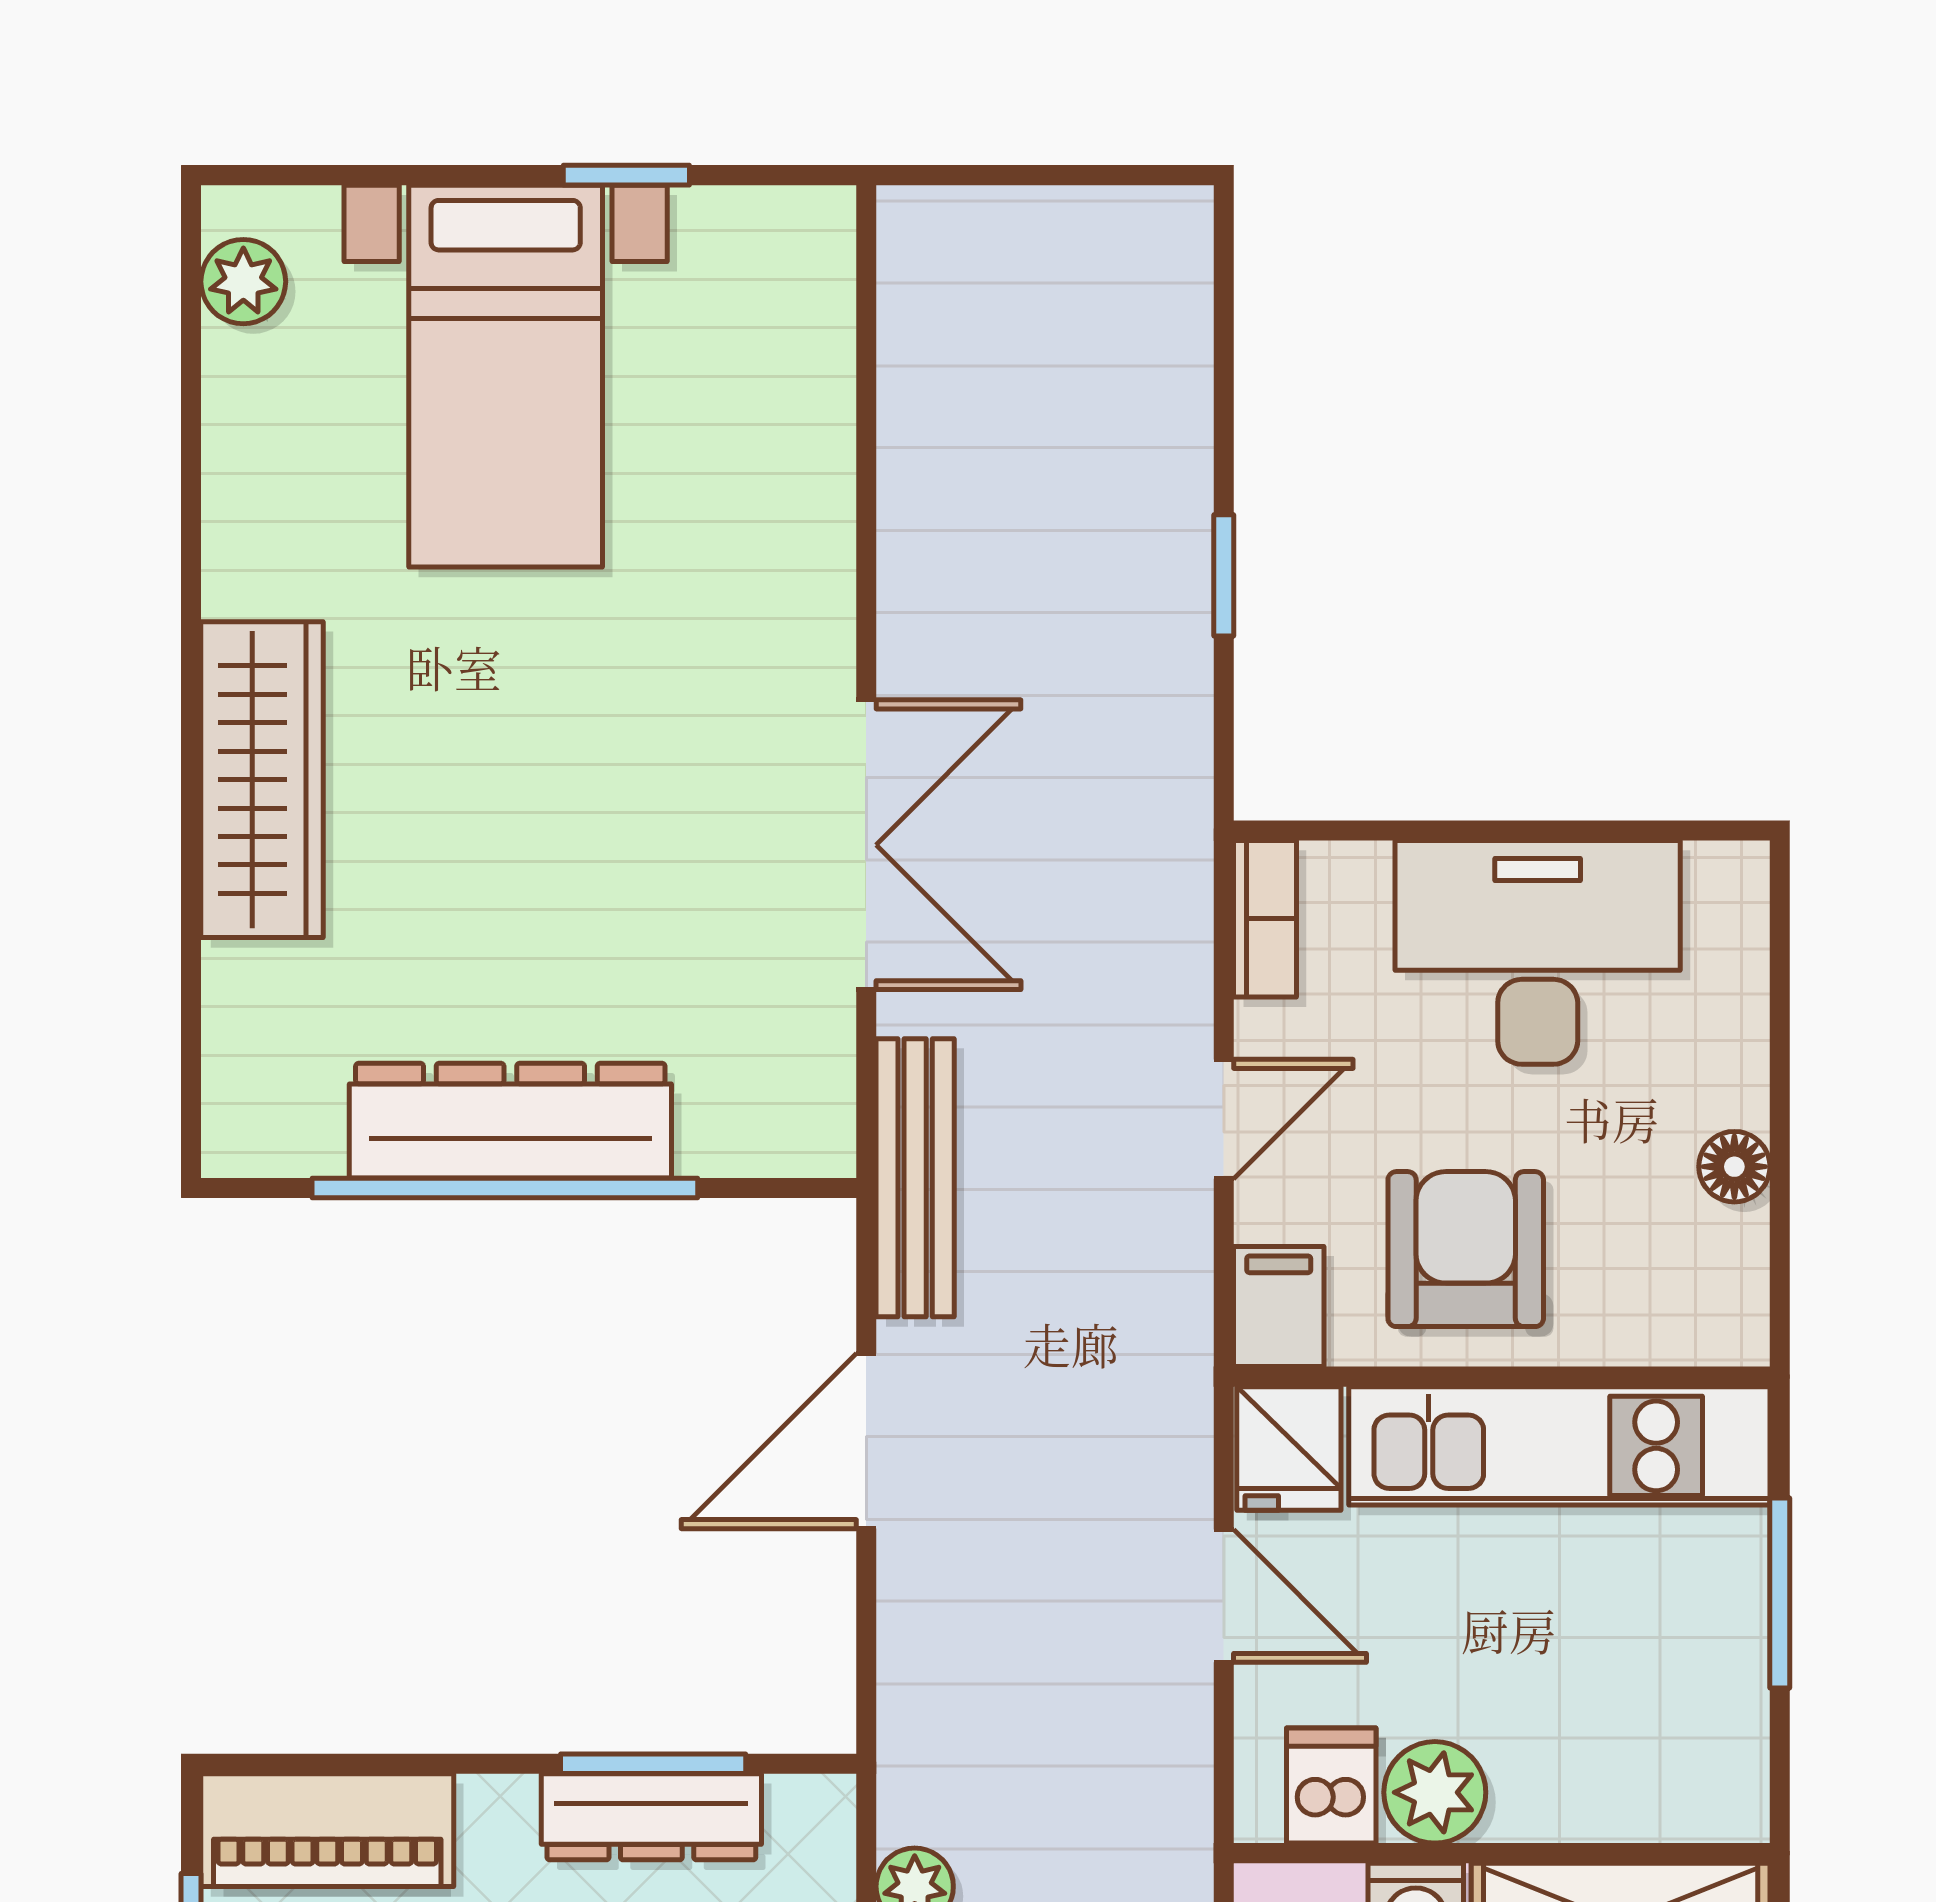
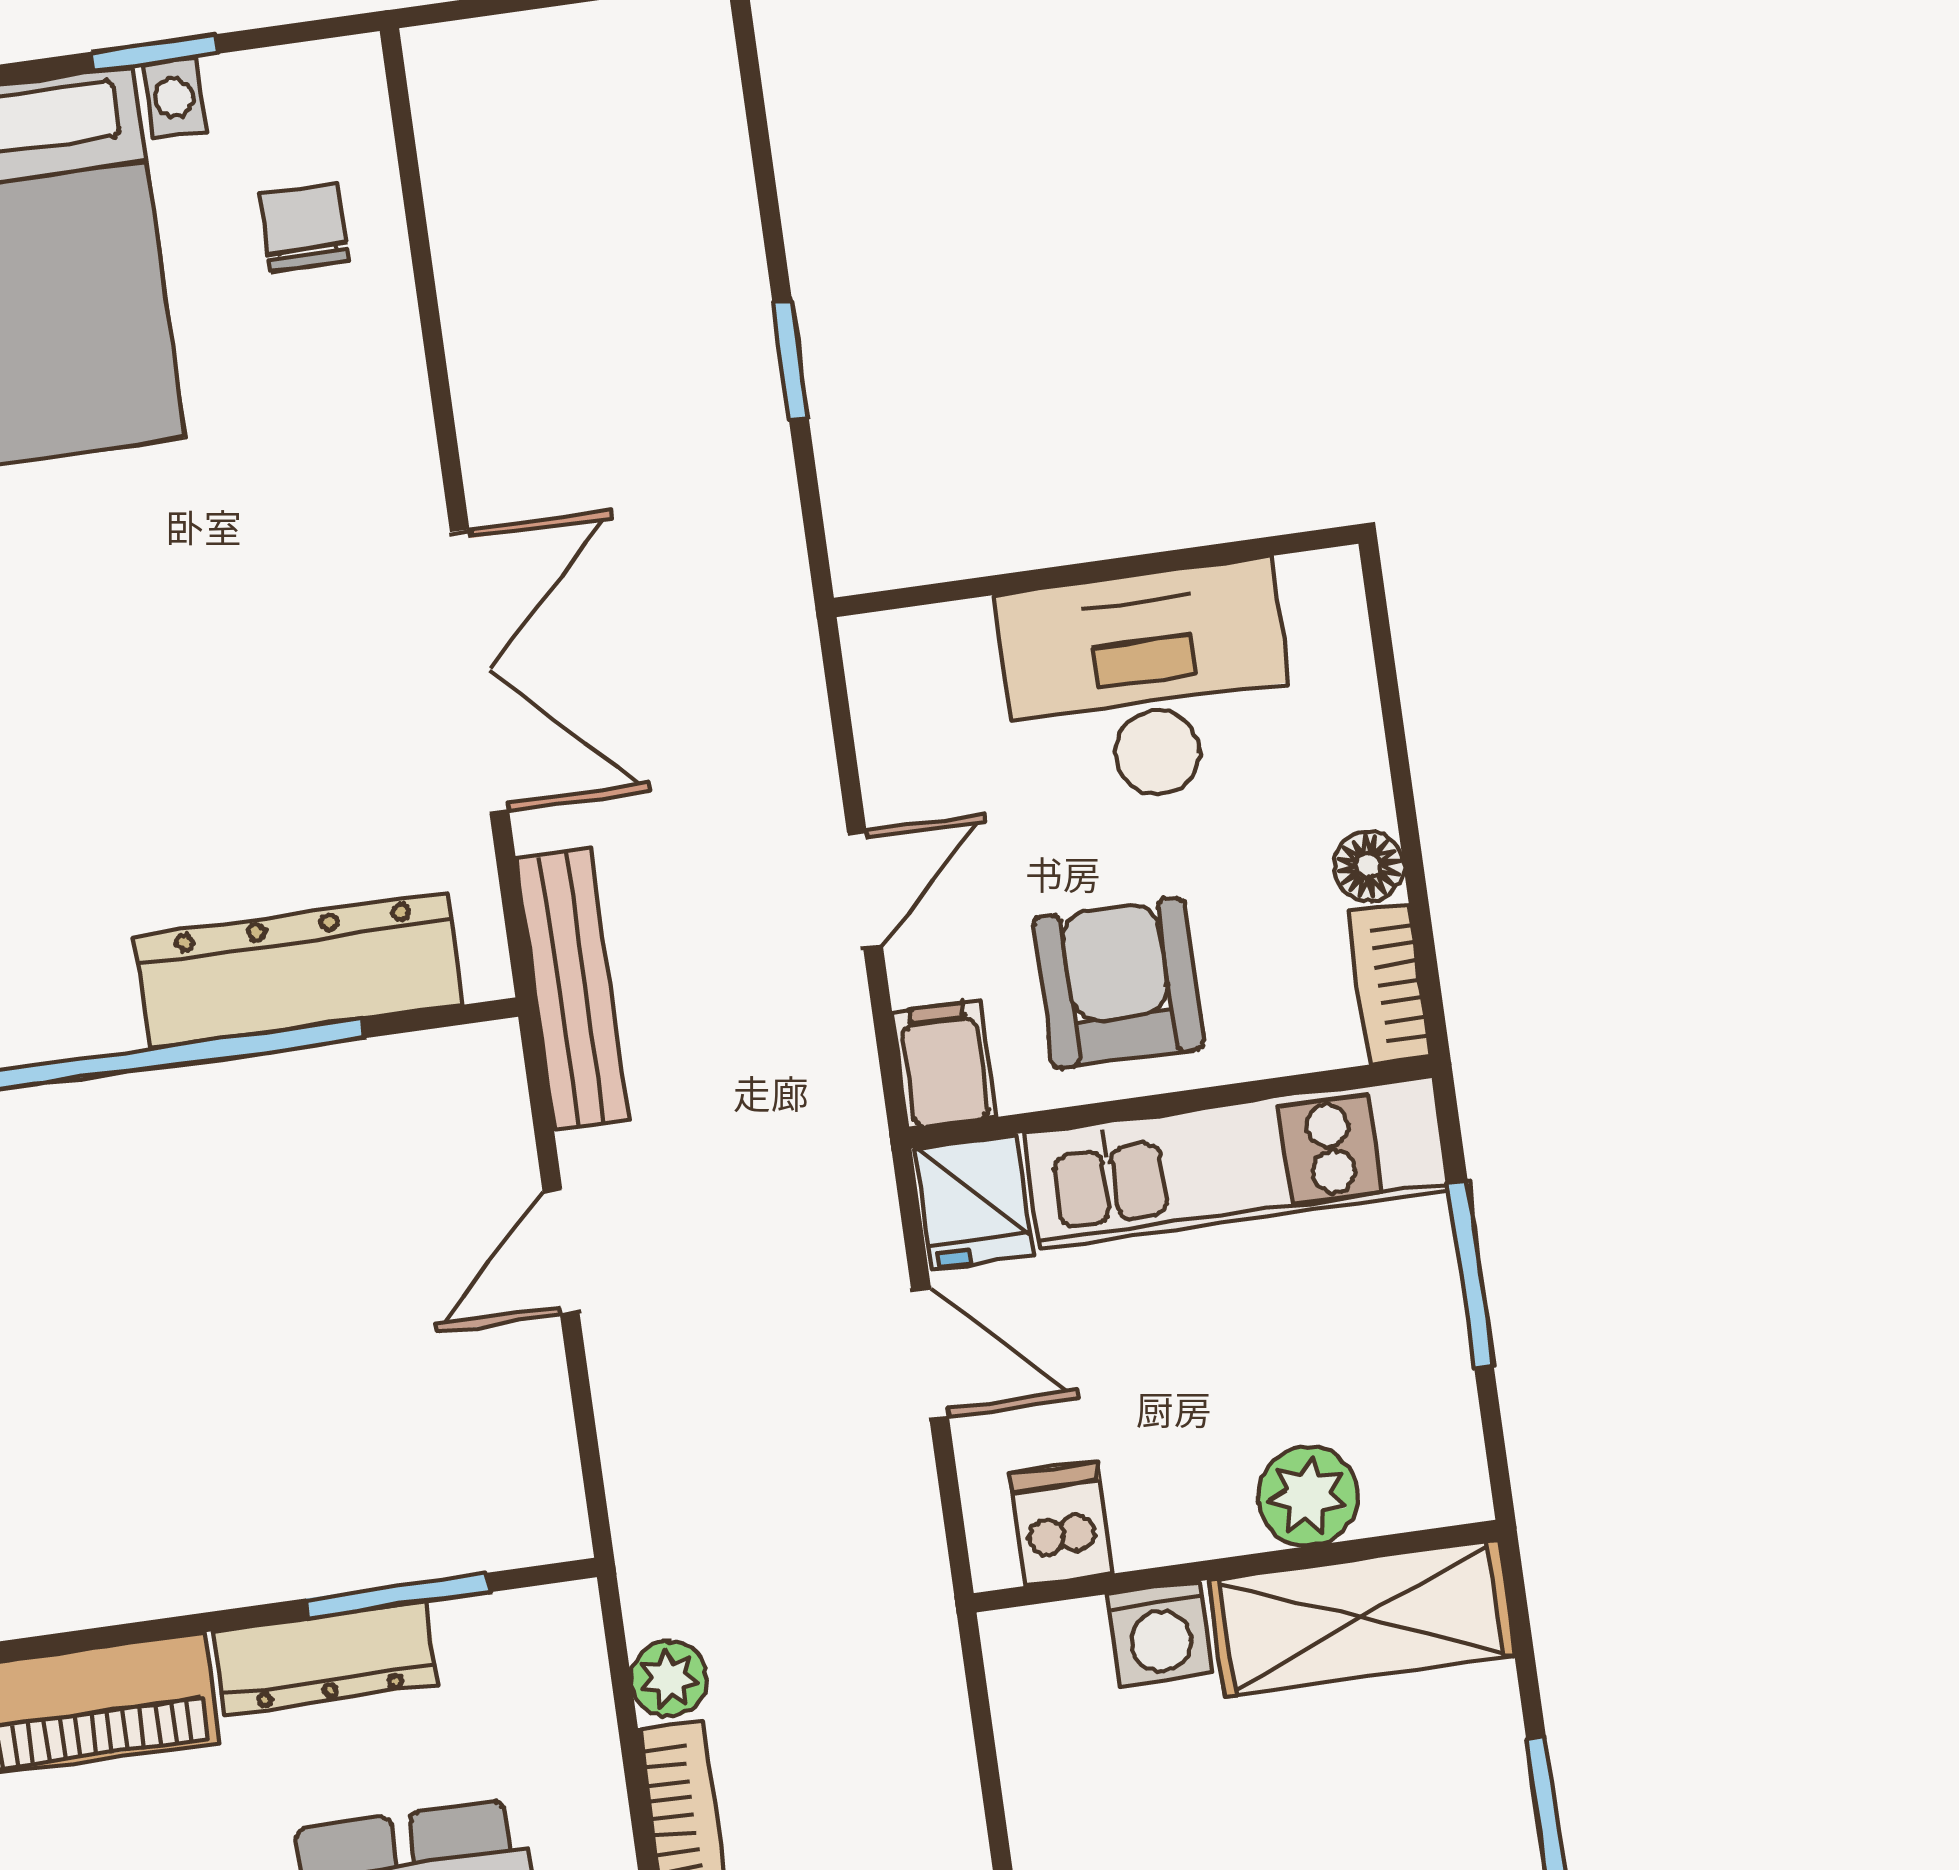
chair: (752, 372) -> (304, 227), added
bookcase: (1265, 919) -> (1389, 984), moved, turned 180
dresser: (510, 1121) -> (299, 971), moved
door: (866, 1441) -> (561, 1252), width x0.73
plant: (1435, 1792) -> (1308, 1496), moved
dresser: (651, 1817) -> (326, 1658), moved

